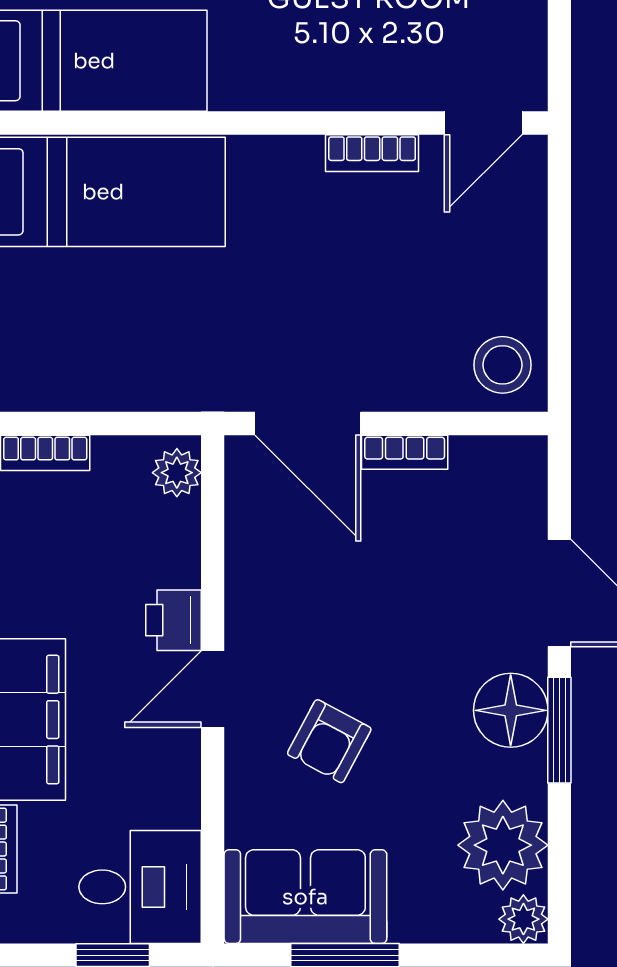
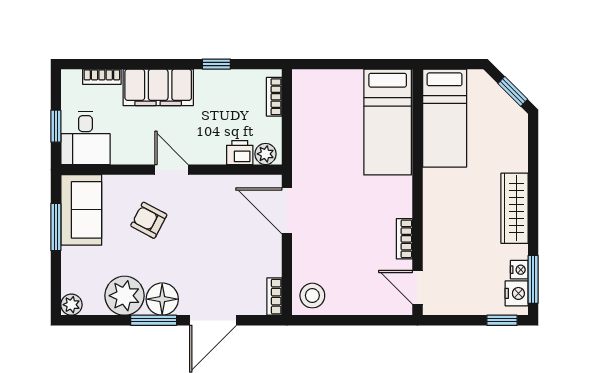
door: (308, 423) -> (287, 211), hinge flipped
bookcase: (405, 452) -> (274, 297), moved
printer: (174, 620) -> (240, 153), moved
plant: (503, 845) -> (125, 296), moved

